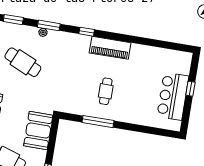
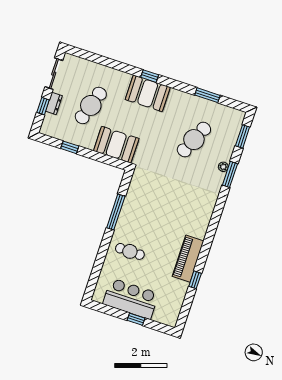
window: (87, 32) -> (195, 280), moved
piano: (110, 48) -> (188, 259), moved
cafe table: (106, 91) -> (130, 251), moved

